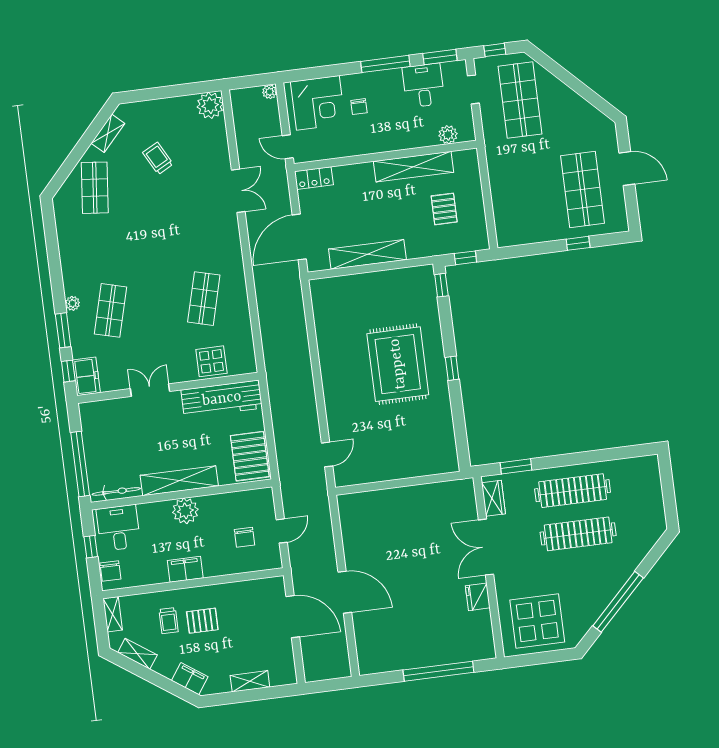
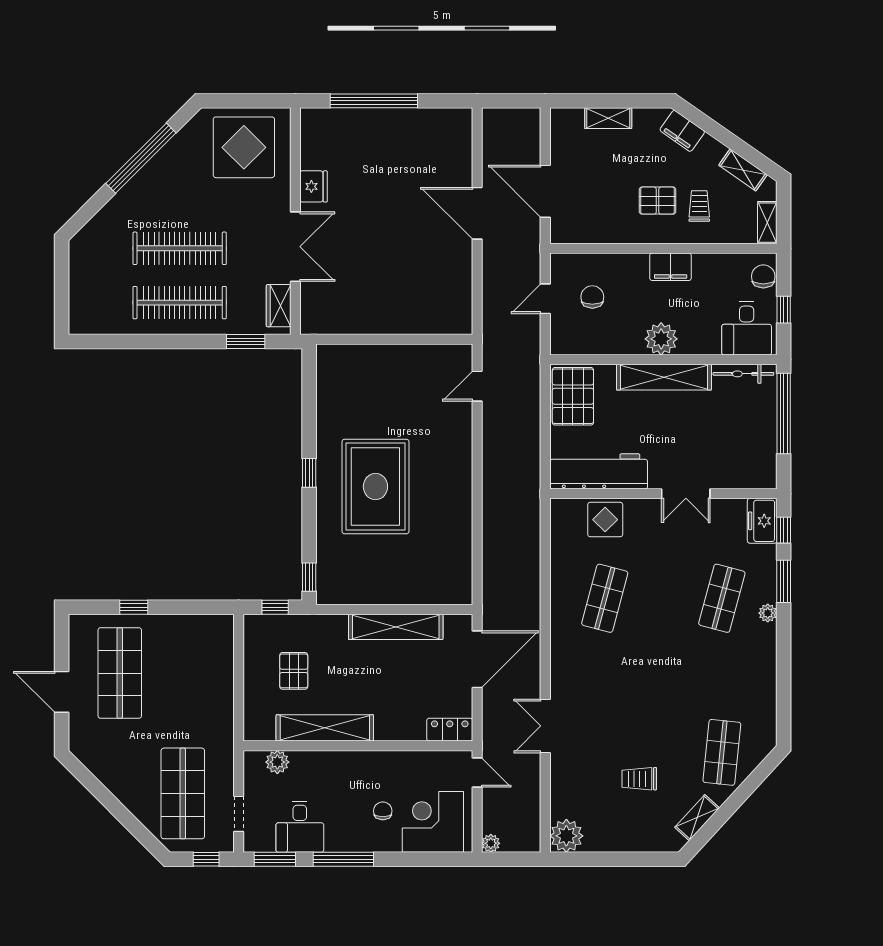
trolley: (158, 158) -> (639, 779), turned 118

